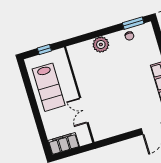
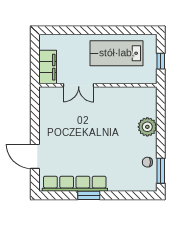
double door: (84, 110) -> (79, 85), swing flipped
filing cabinet: (64, 143) -> (48, 67), moved

